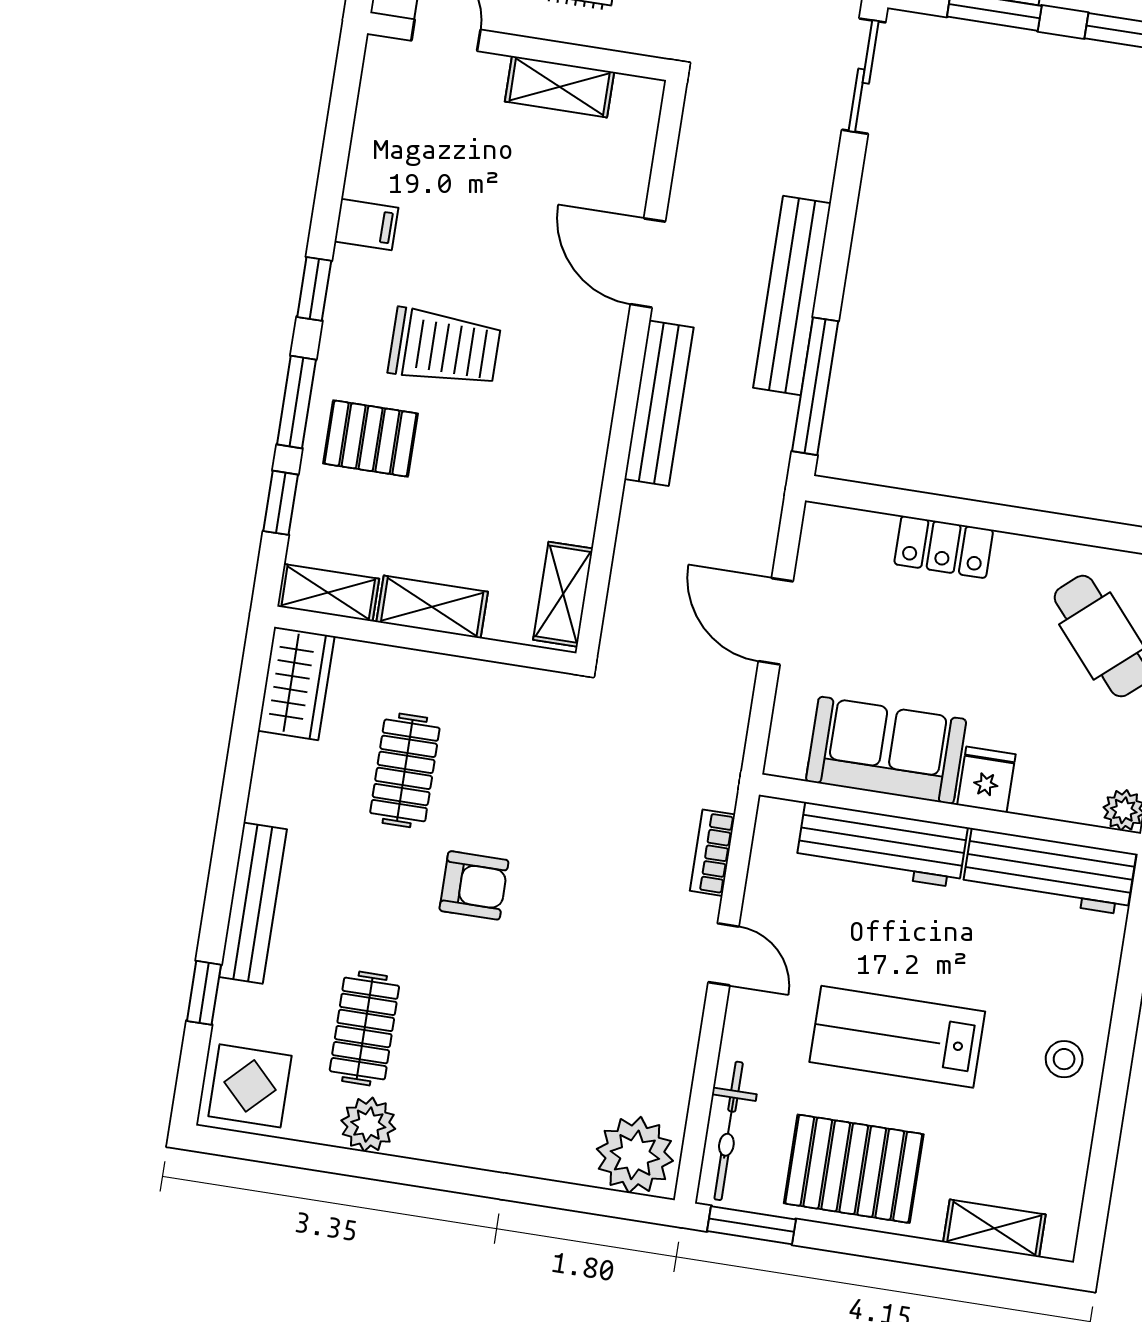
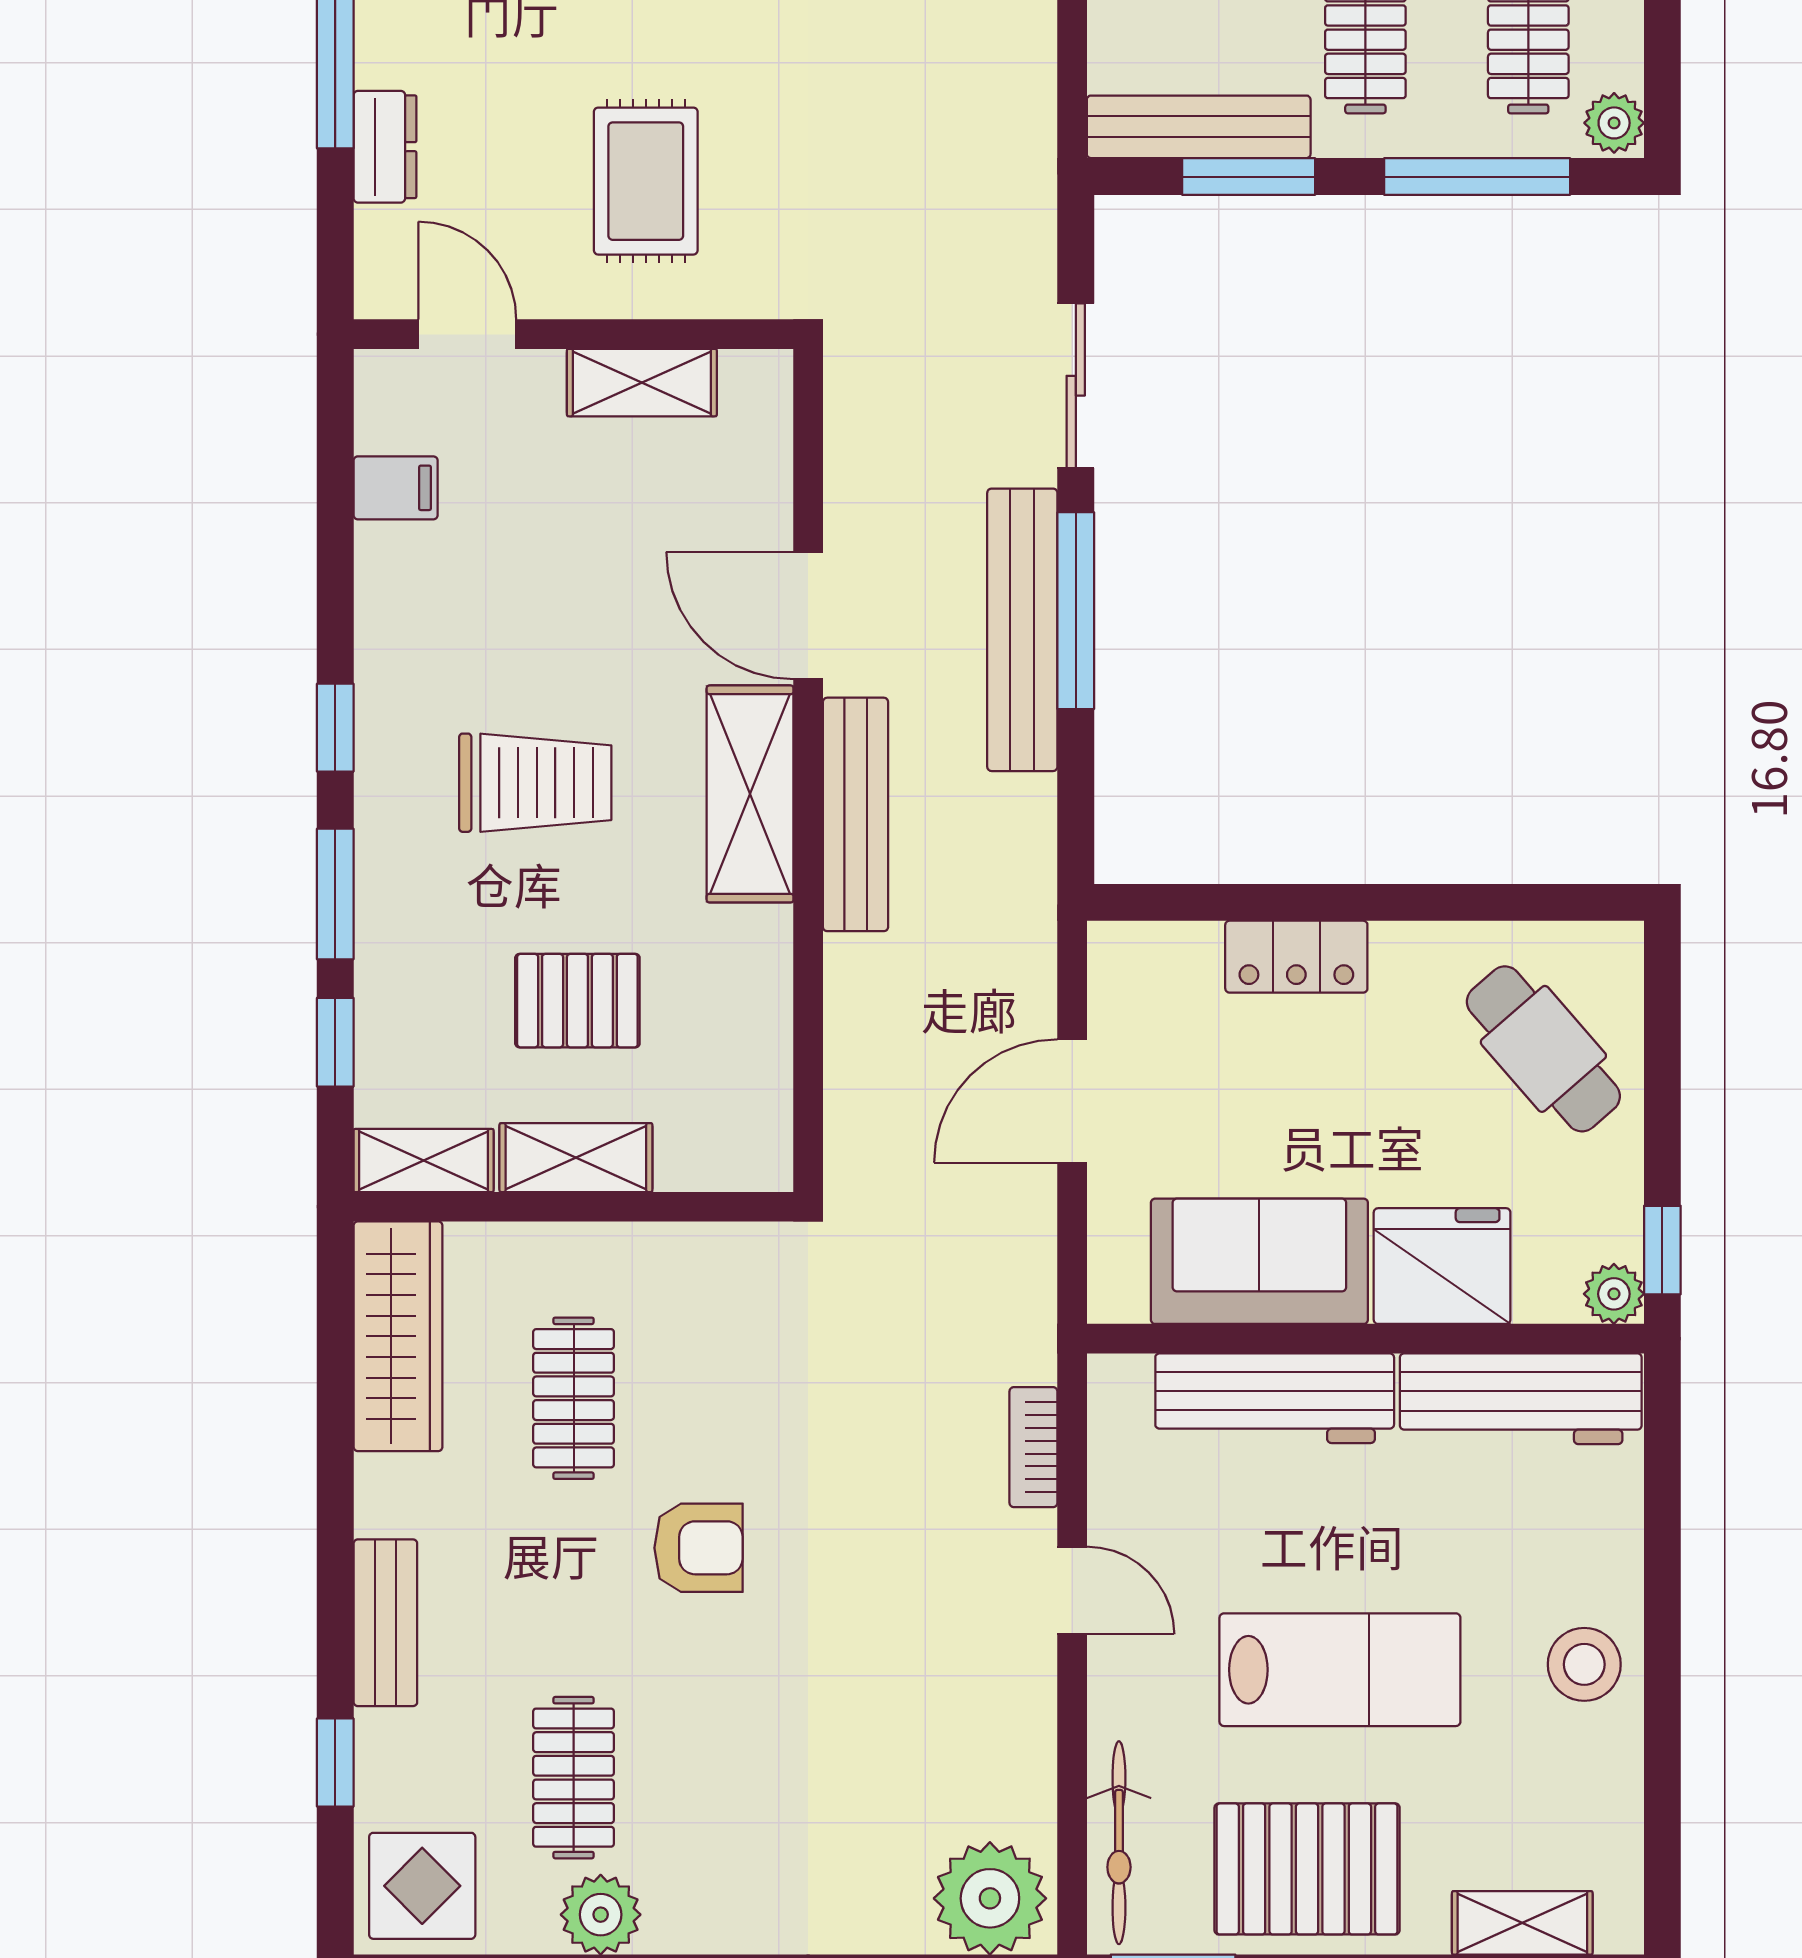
sliding door: (864, 76) -> (1076, 386), moved
filing cabinet: (366, 225) -> (396, 488), moved
window: (815, 386) -> (1076, 611), moved
pallet: (371, 439) -> (577, 1001), moved
shelving: (563, 594) -> (750, 794), moved, width x1.50, depth x1.33
door: (776, 621) -> (1072, 1101), hinge flipped
wardrobe: (296, 683) -> (398, 1336), width x1.50
fridge: (986, 780) -> (1442, 1266), width x1.88, depth x1.34
bench: (253, 903) -> (385, 1623), width x0.73
lab bench: (897, 1037) -> (1340, 1670), turned 180
stool: (1064, 1059) -> (1584, 1664), width x1.37, depth x1.37

